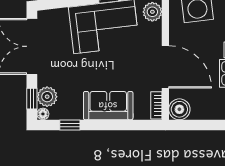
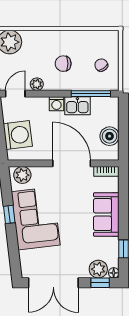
door: (165, 67) -> (72, 163), hinge flipped
boiler: (179, 109) -> (110, 136), moved

